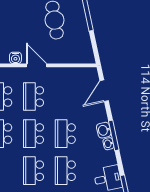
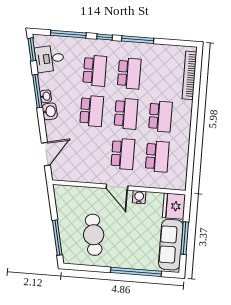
window: (114, 135) -> (37, 91), moved

